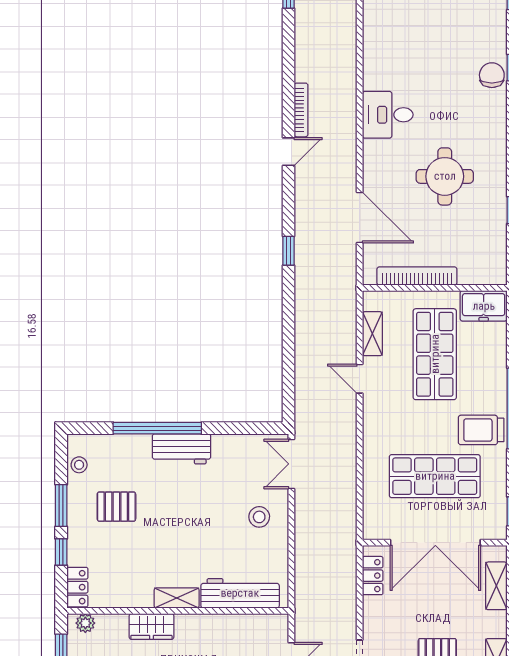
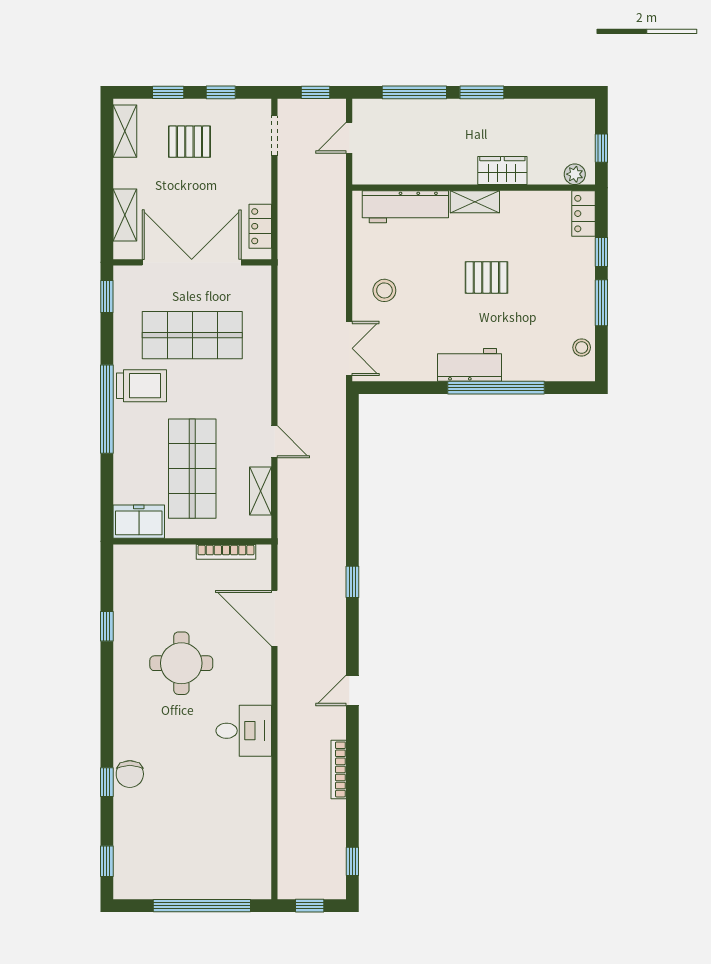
bookcase: (301, 110) -> (339, 769), moved
bookcase: (417, 276) -> (226, 552), width x0.68, depth x0.76
pallet: (116, 507) -> (486, 277), moved

